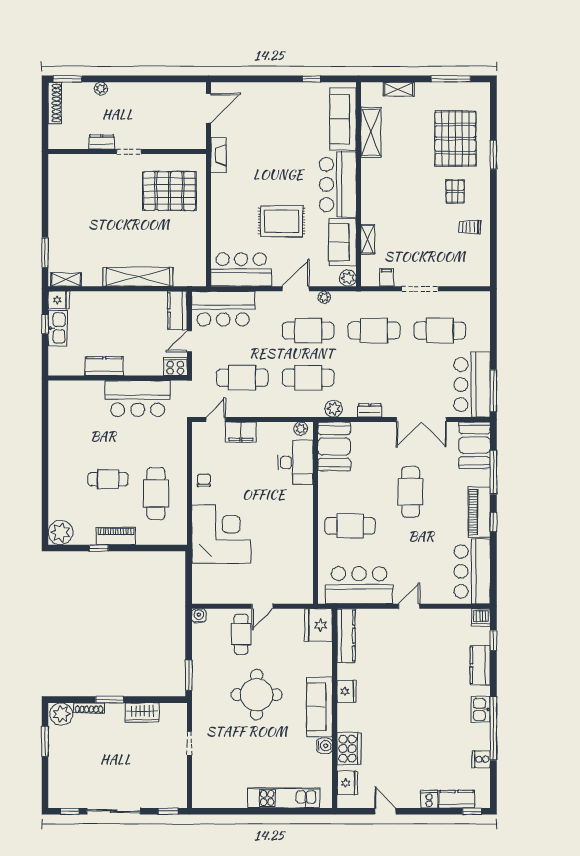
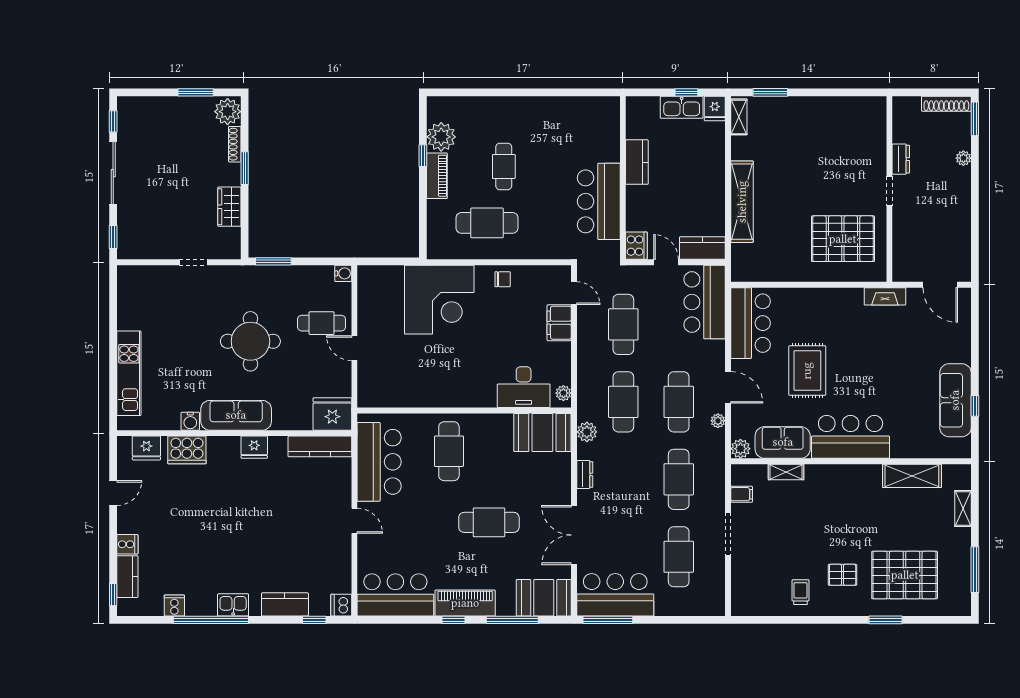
sofa: (343, 119) -> (955, 400), moved, turned -90
pallet: (169, 191) -> (843, 239), turned 90
plant: (61, 532) -> (441, 137), moved

